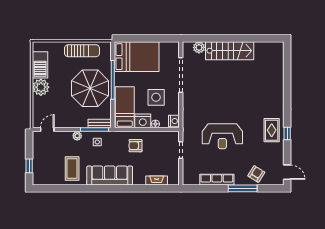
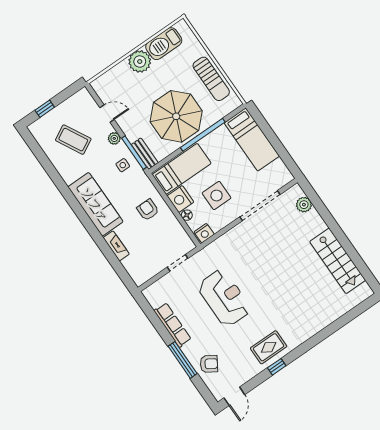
stairs: (230, 51) -> (338, 261), moved
bed: (137, 57) -> (252, 139), width x0.67
door: (47, 130) -> (107, 114), moved
reception desk: (222, 136) -> (224, 298), turned 180
coffee table: (72, 168) -> (73, 140), moved, turned 62
fireplace: (157, 181) -> (116, 246), moved

